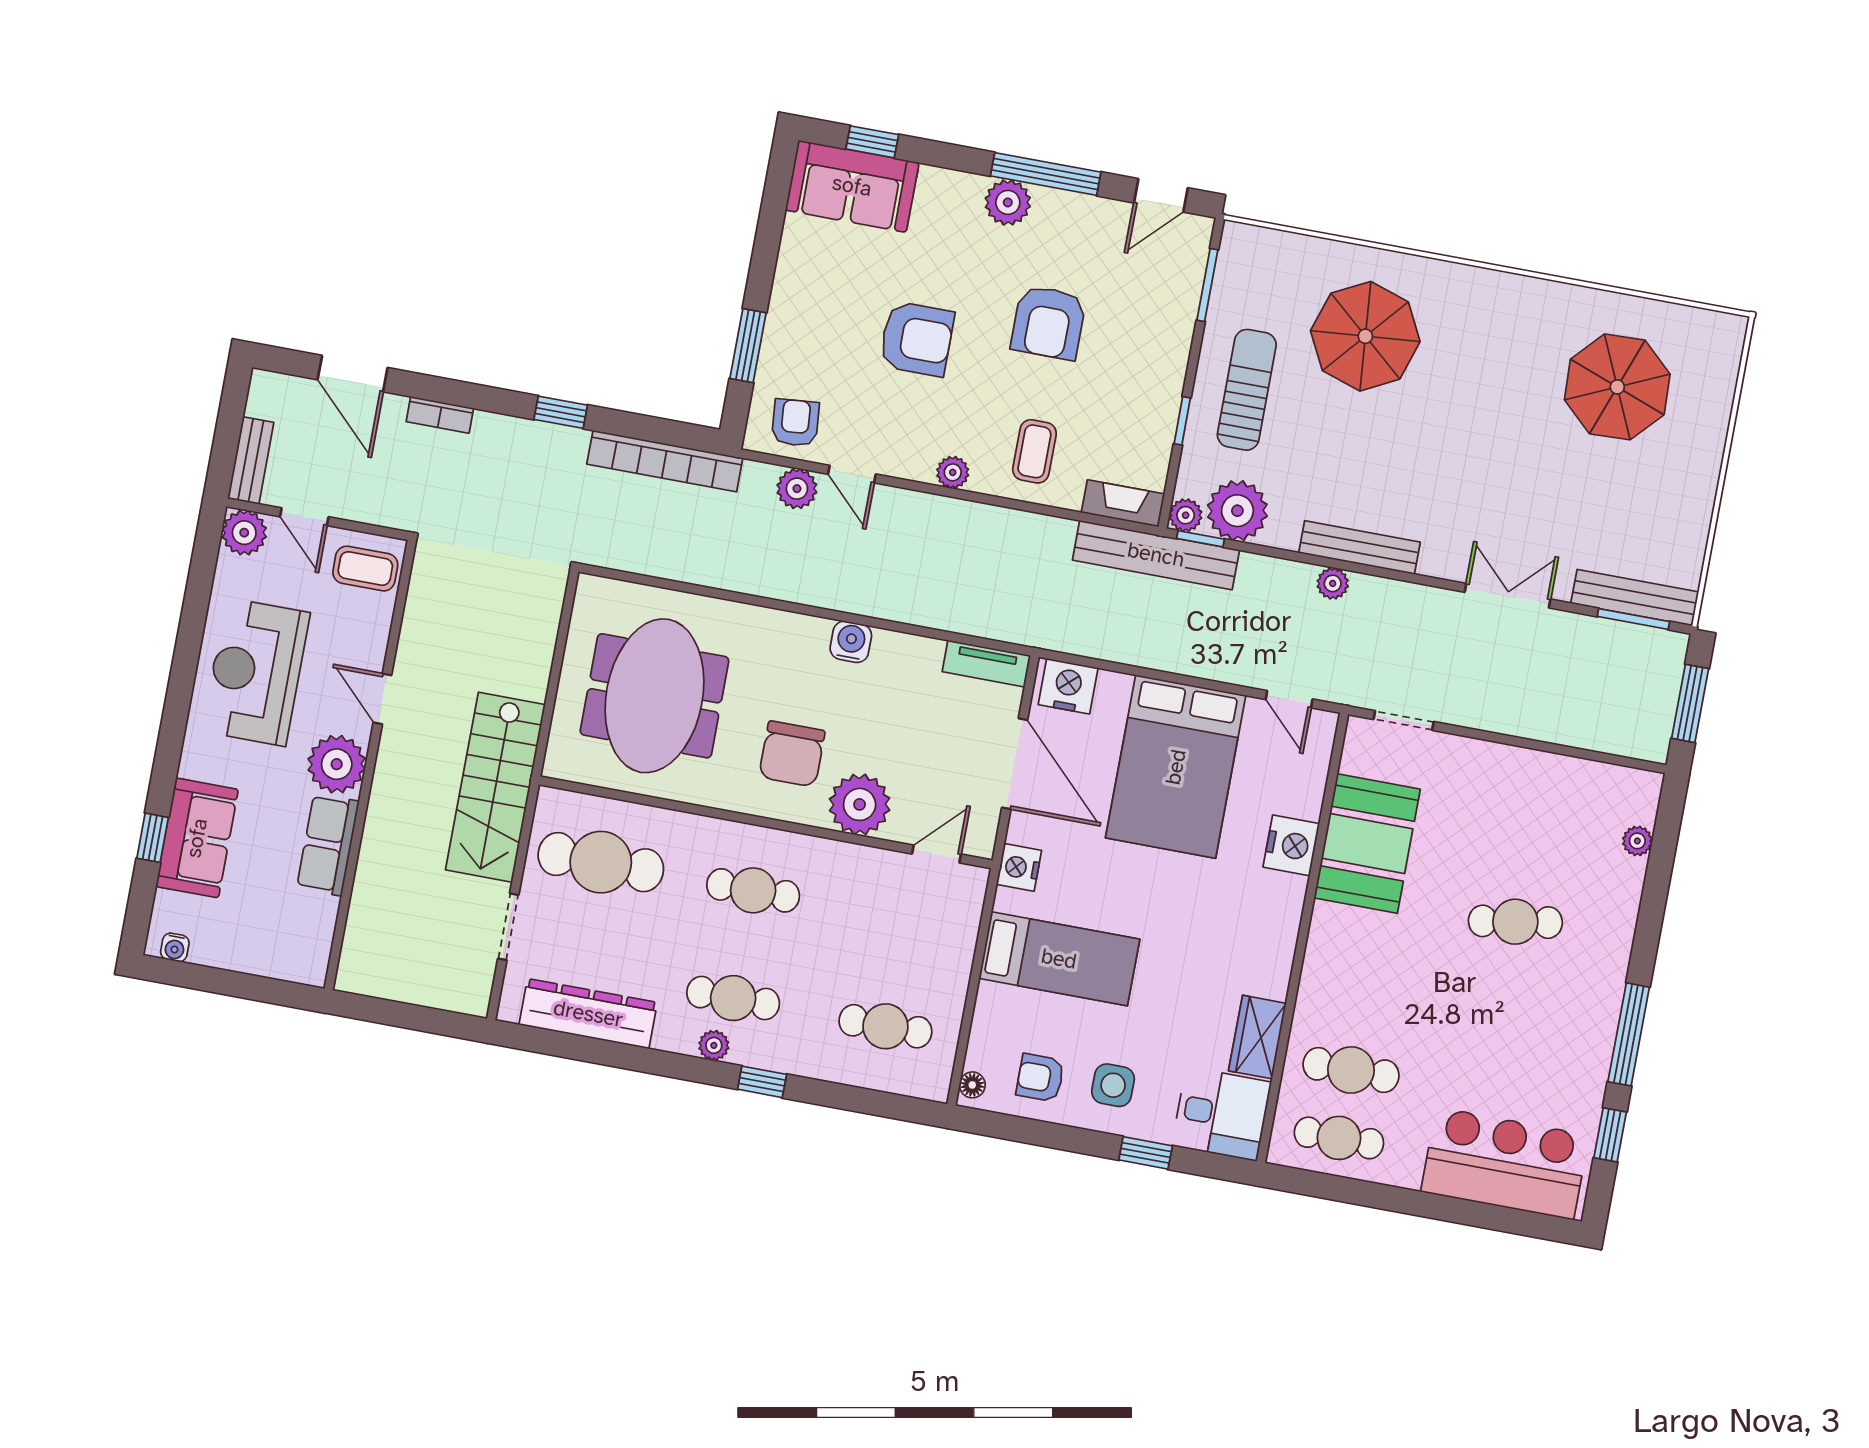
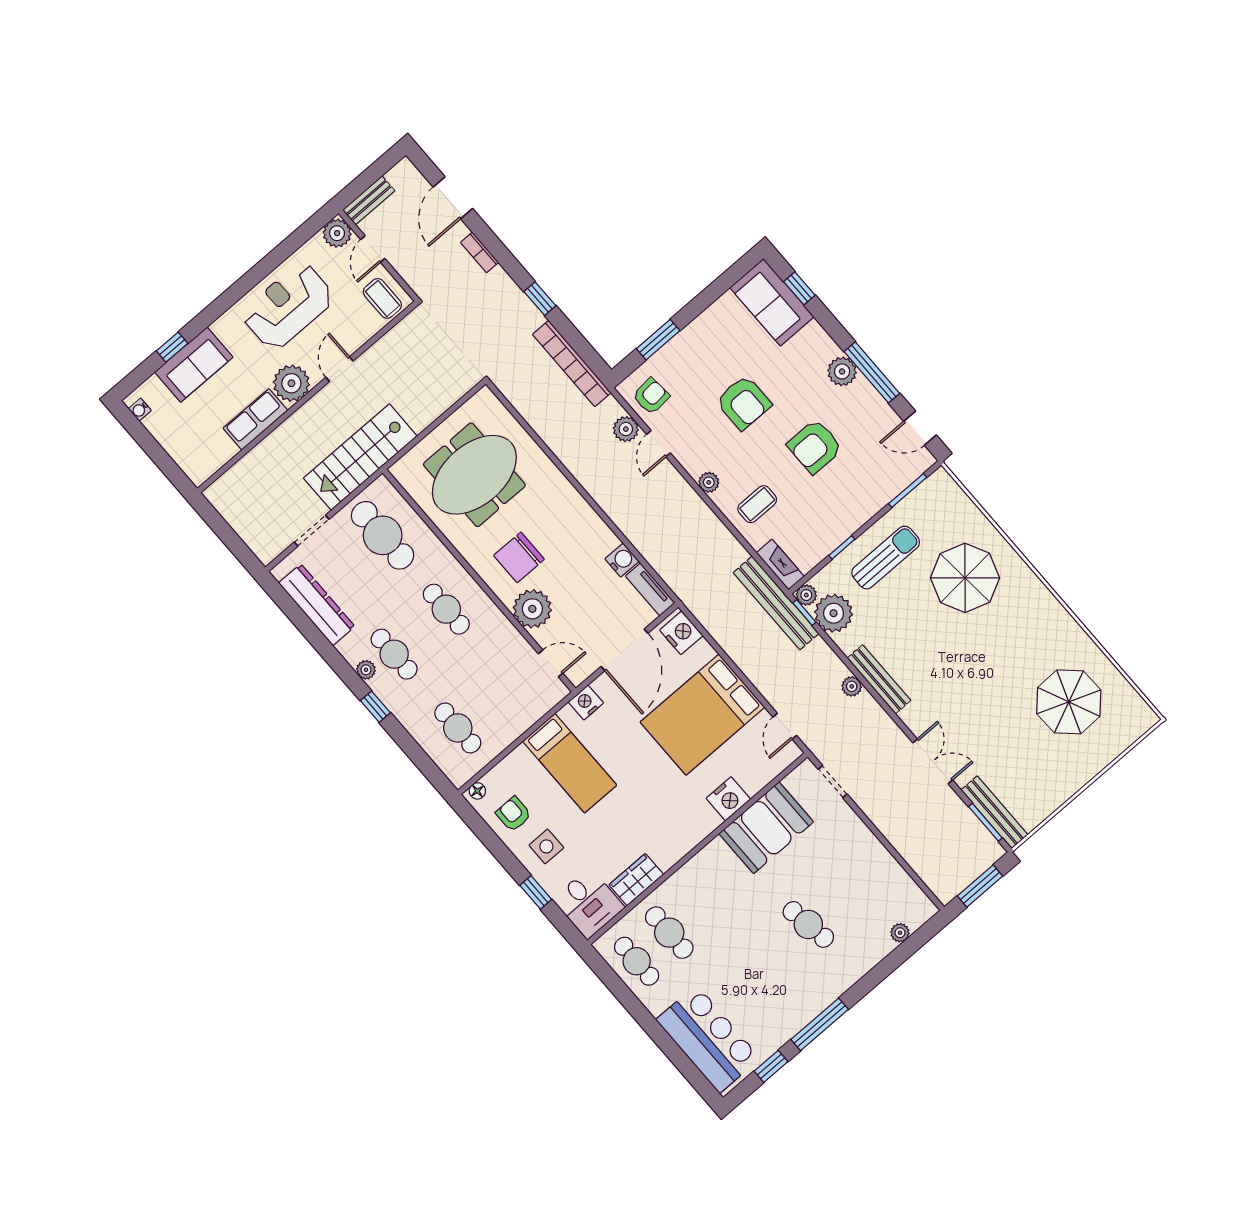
water cooler: (851, 642) -> (622, 560), moved

